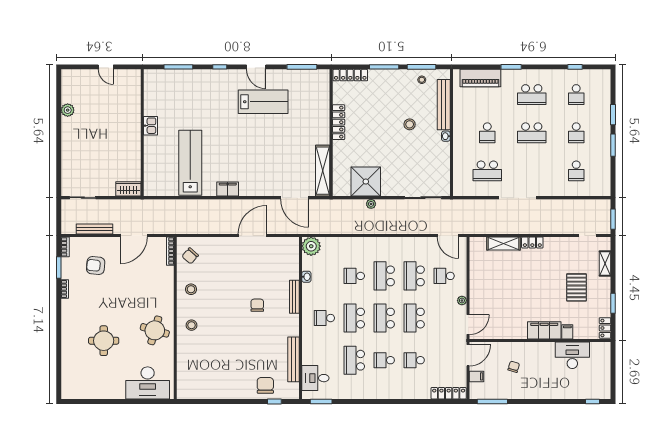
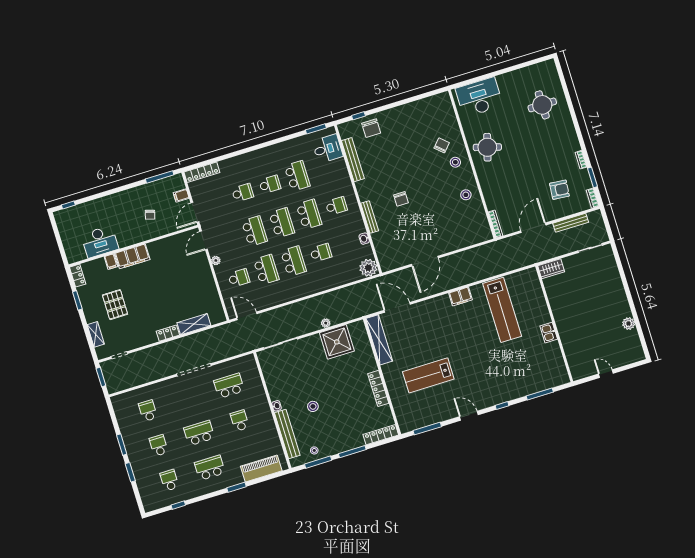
lab bench: (263, 102) -> (428, 375), moved
chair: (190, 256) -> (442, 145), moved
round table: (104, 341) -> (542, 105), moved

